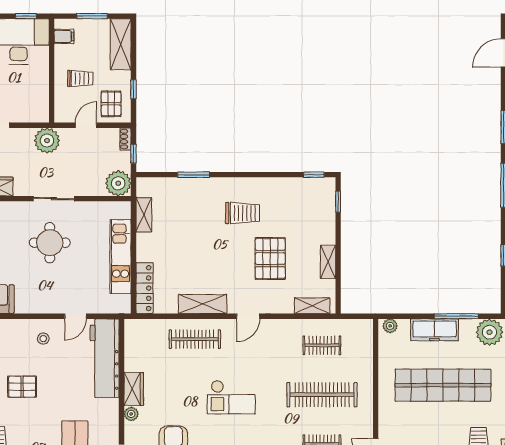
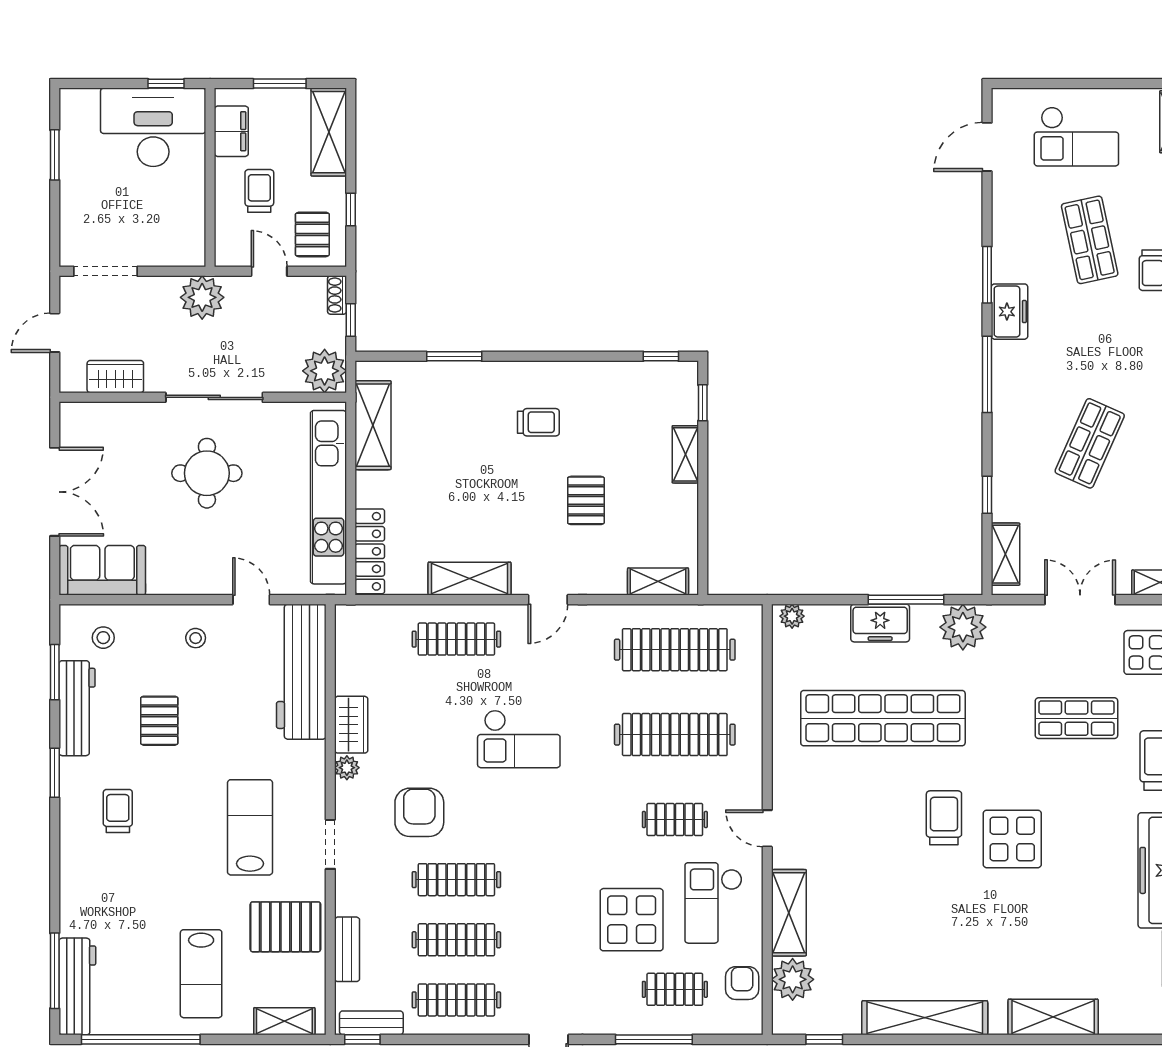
filing cabinet: (64, 36) -> (231, 131), width x2.00
trolley: (80, 78) -> (259, 191), turned -90
door: (86, 125) -> (269, 271), hinge flipped
sliding door: (54, 199) -> (214, 397), width x1.37
trolley: (243, 213) -> (538, 422), width x0.73, depth x0.72
shelving: (144, 215) -> (373, 425), width x1.50, depth x1.33
kitchen unit: (120, 257) -> (328, 497), width x1.36
pallet: (270, 259) -> (586, 500), width x0.67, depth x0.71
shelving: (328, 262) -> (685, 454), moved
door: (76, 316) -> (251, 600), swing flipped
freezer: (435, 330) -> (880, 623), width x0.71
clothes rail: (322, 345) -> (675, 650), width x1.86, depth x1.31
pallet: (22, 387) -> (159, 721), turned 90

